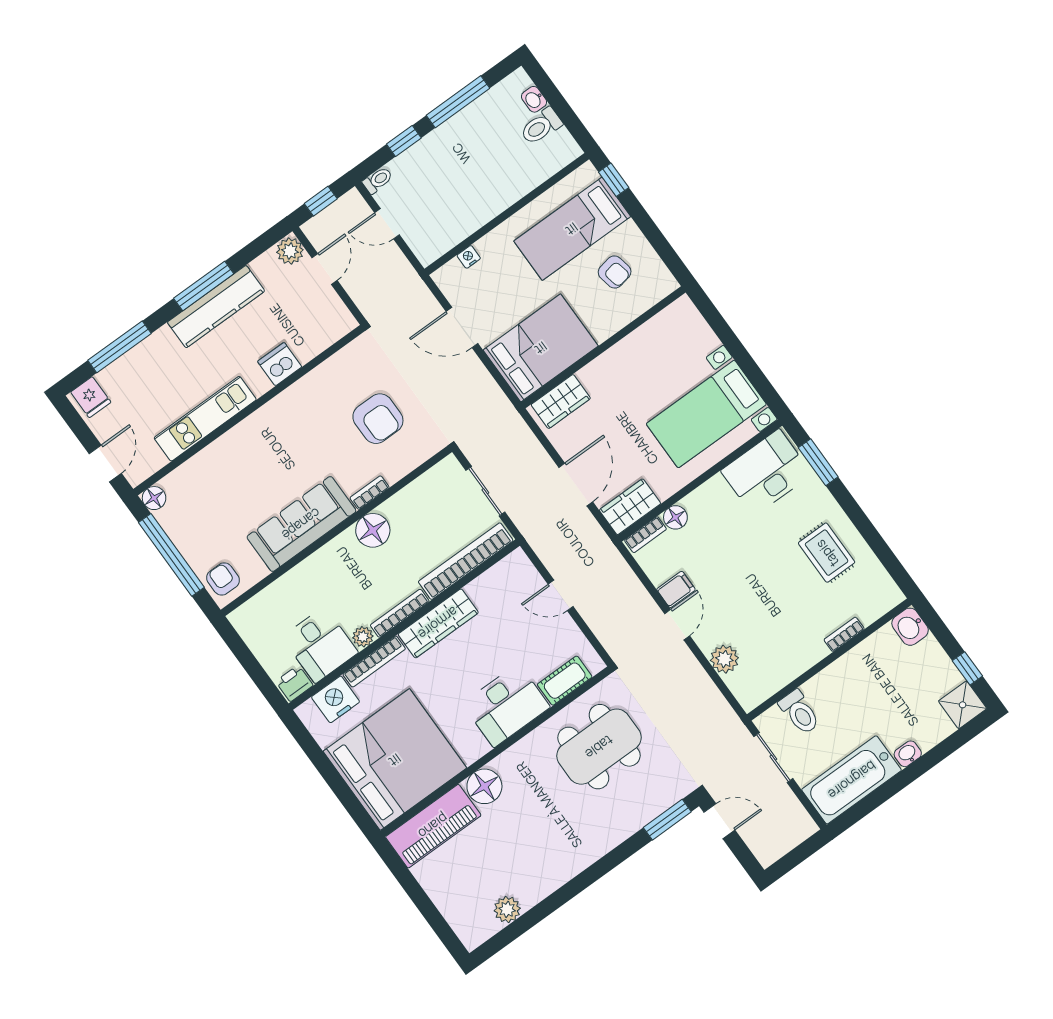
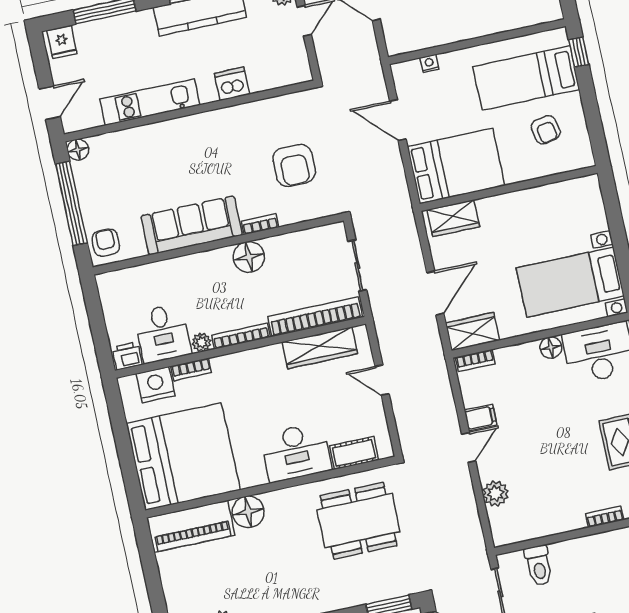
floor lamp: (675, 517) -> (551, 348), moved
wardrobe: (438, 623) -> (320, 348), moved
bookcase: (374, 662) -> (191, 369), width x0.64

